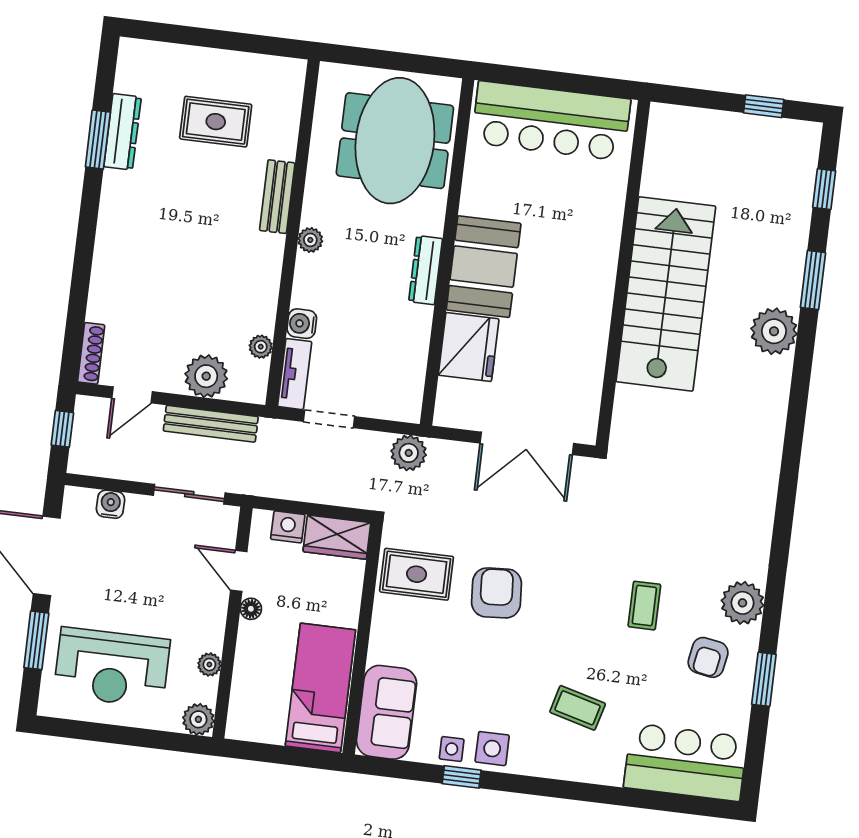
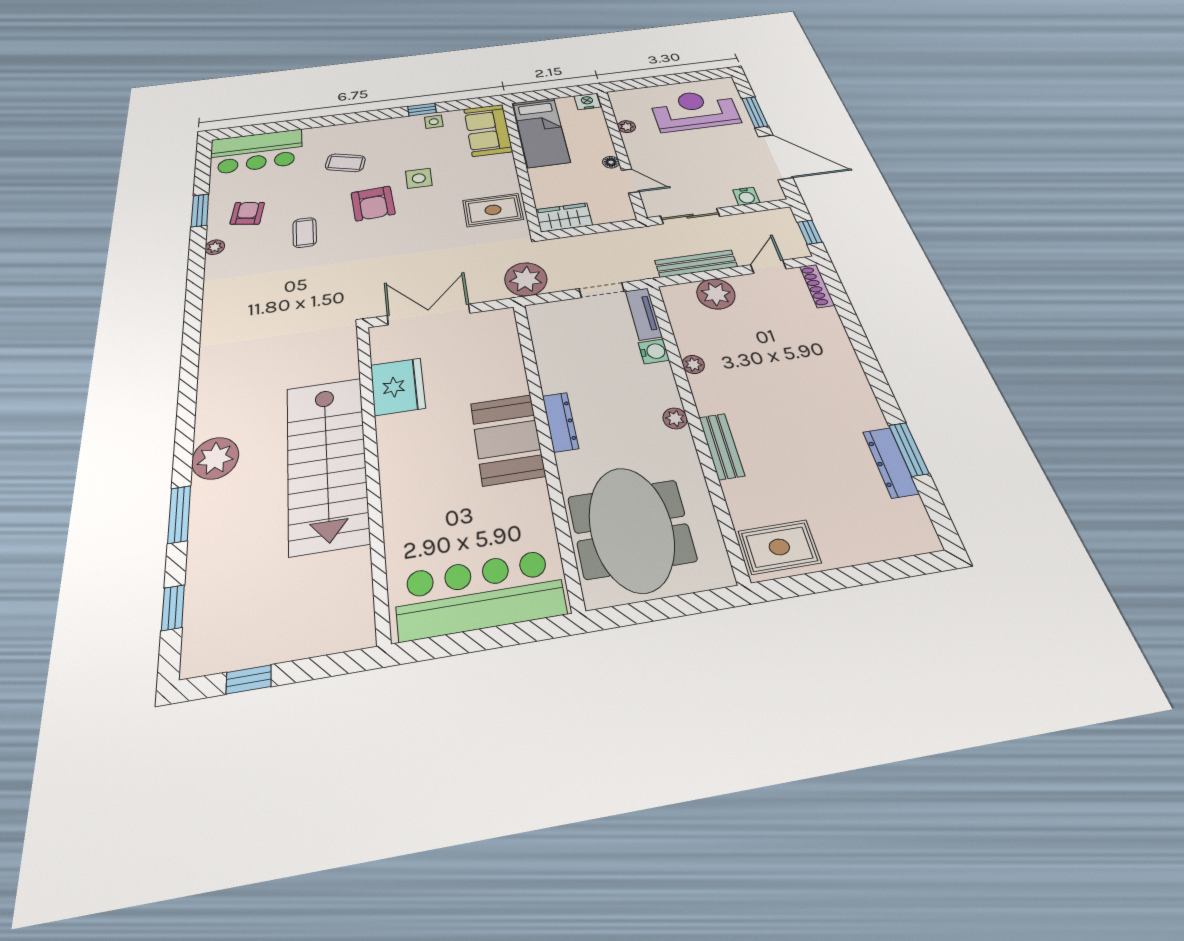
rug: (216, 122) -> (779, 547), moved
plant: (261, 347) -> (693, 364), moved
fridge: (469, 347) -> (398, 386), moved, turned 180
plant: (409, 453) -> (526, 279), width x1.36, depth x1.36
nightstand: (288, 527) -> (587, 101), moved, turned 180
armchair: (497, 593) -> (373, 203), moved
plant: (743, 603) -> (215, 247), width x0.53, depth x0.53
plant: (198, 719) -> (620, 98), removed
side table: (492, 749) -> (419, 178), moved

